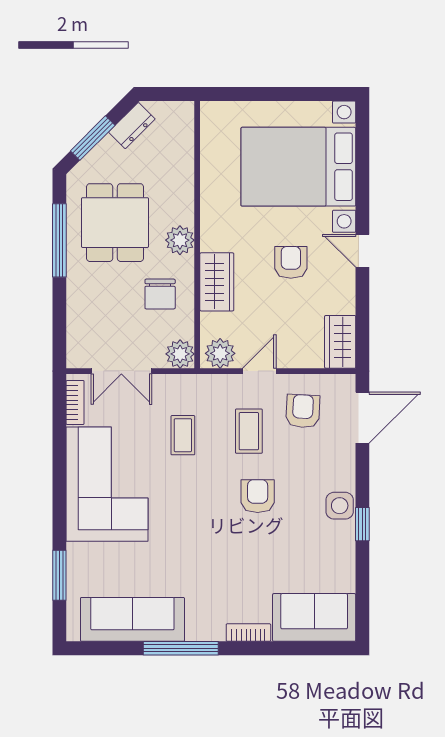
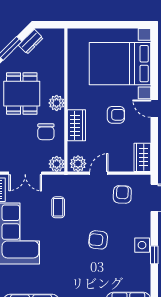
armchair: (291, 262) -> (116, 115), turned 90
coffee table: (249, 431) -> (93, 205), removed
armchair: (258, 496) -> (98, 240), turned -84

